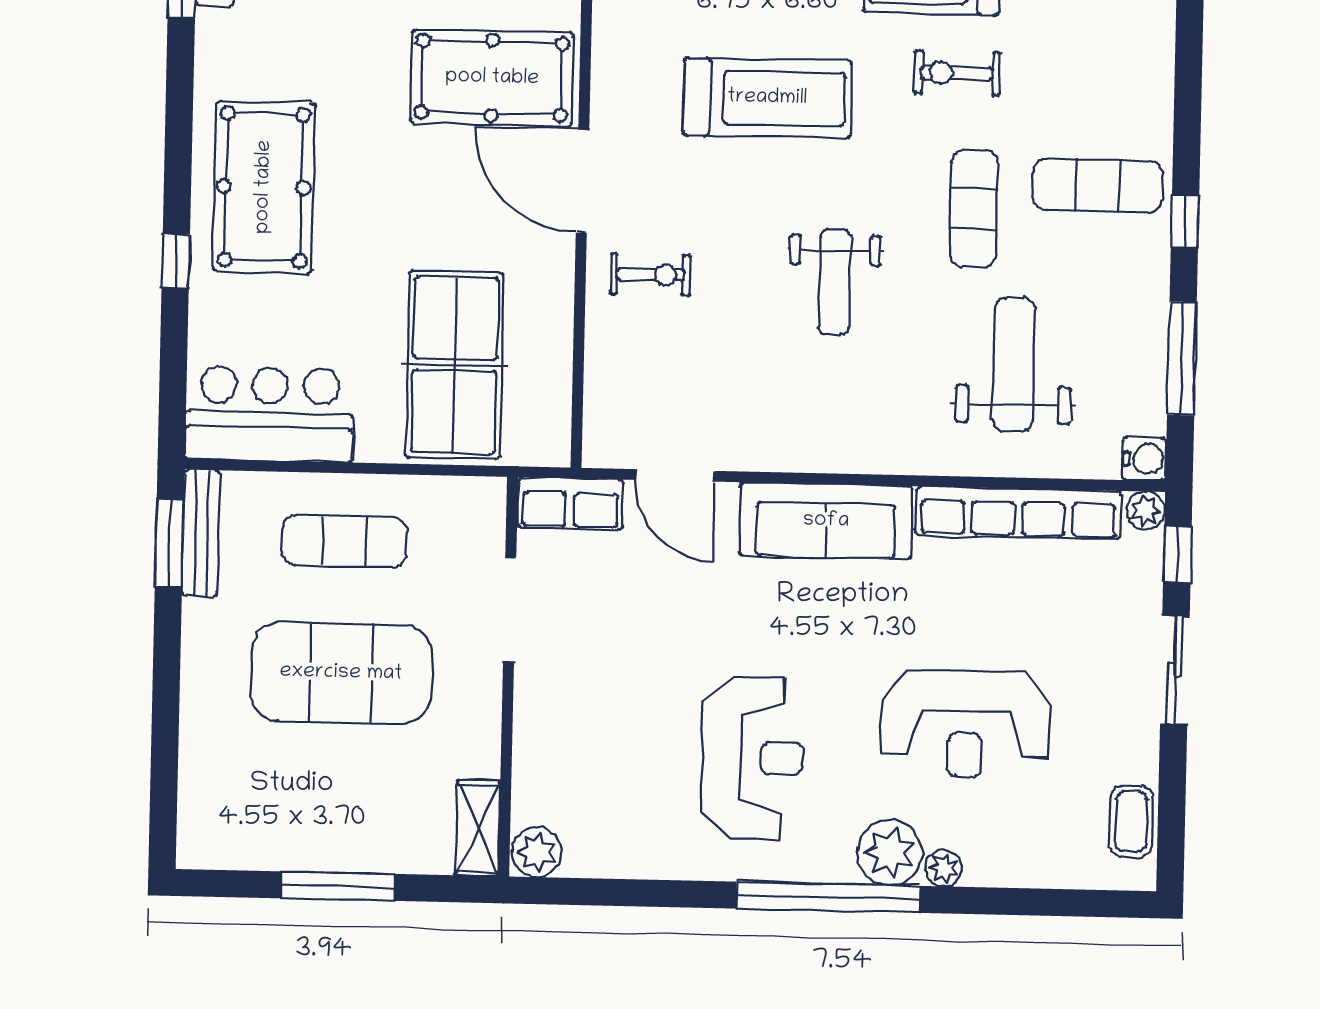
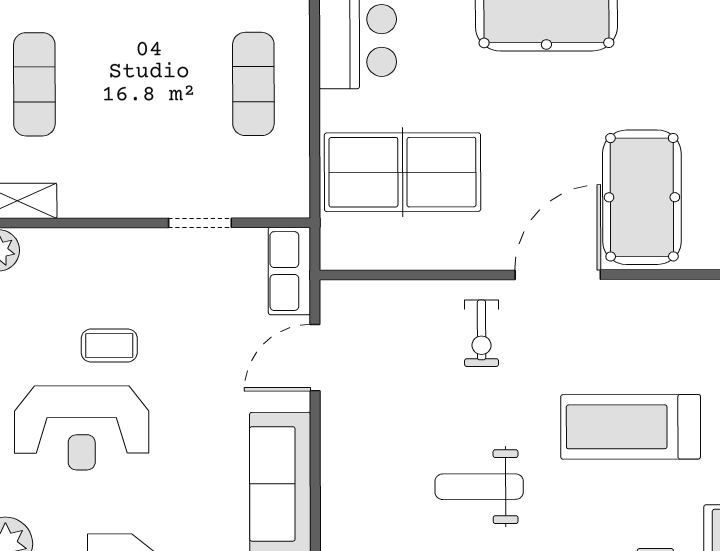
treadmill: (767, 98) -> (631, 427), turned 90
doorway: (510, 610) -> (200, 223), width x0.73
exercise mat: (341, 673) -> (34, 84), moved, width x0.50, depth x0.69
coffee table: (654, 722) -> (109, 345), added

